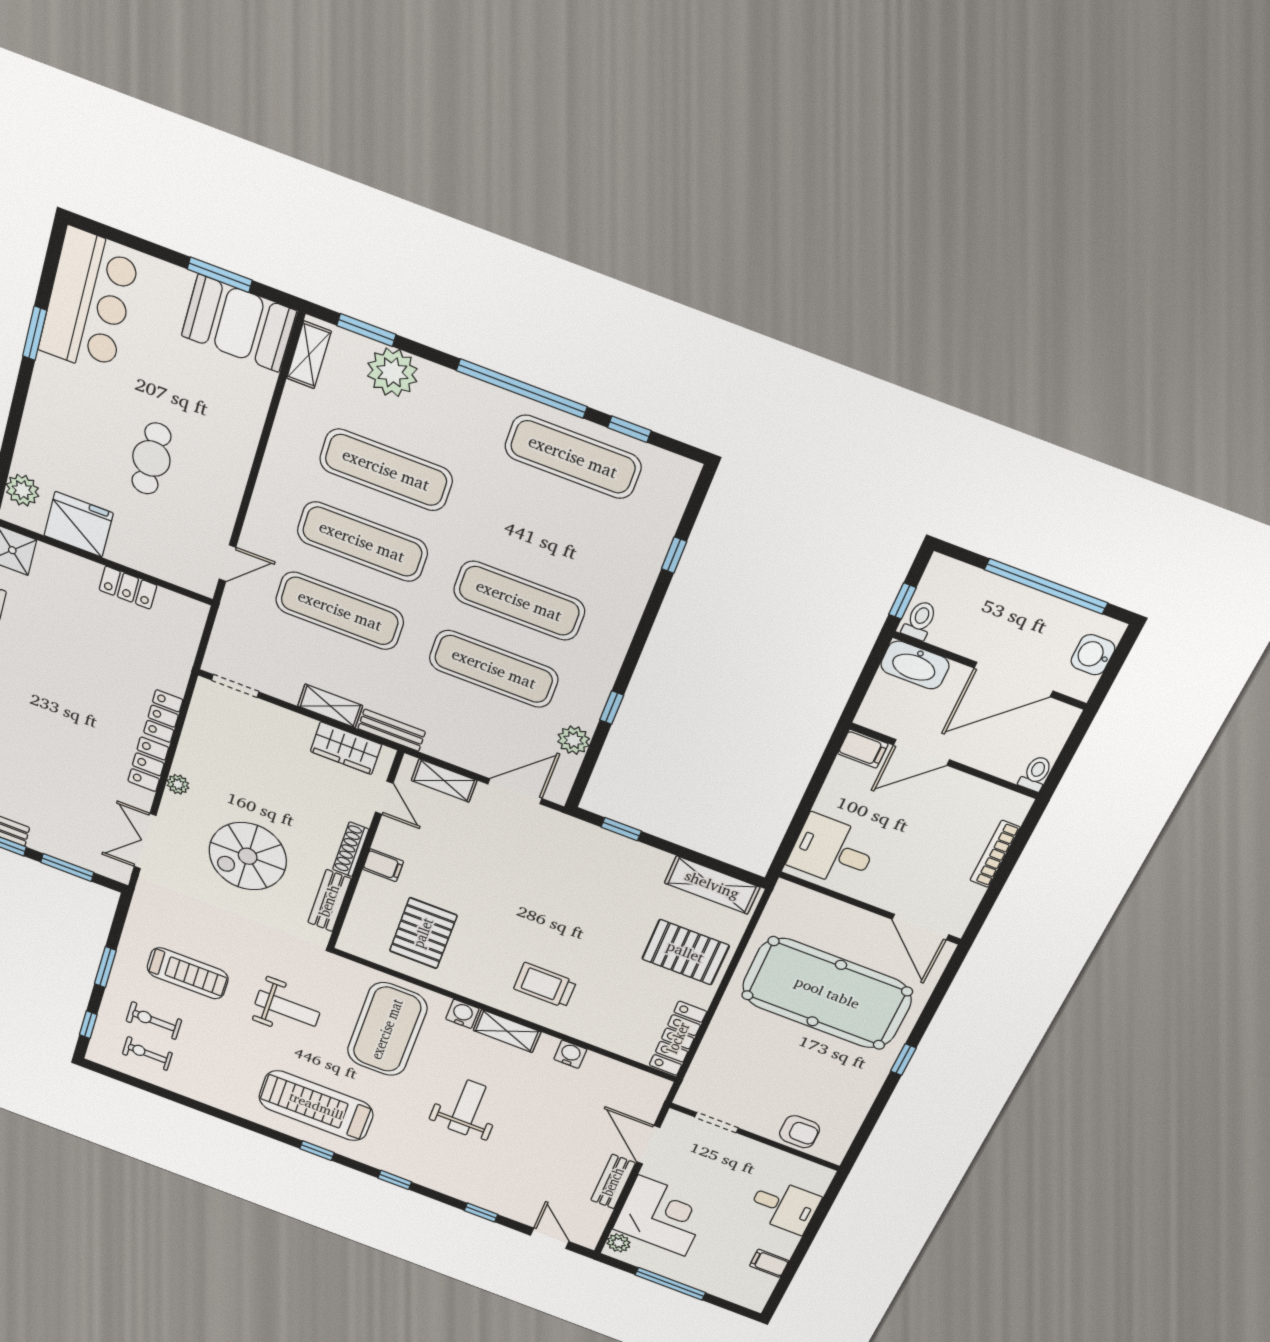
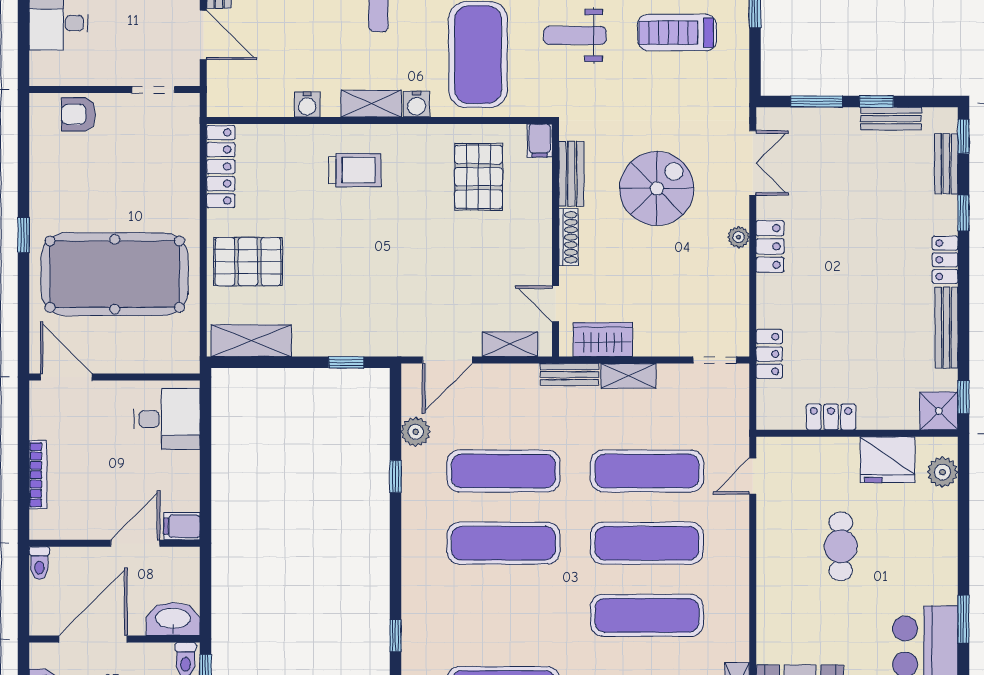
locker: (163, 716) -> (769, 354), moved
filing cabinet: (383, 865) -> (540, 141), moved, turned -90

